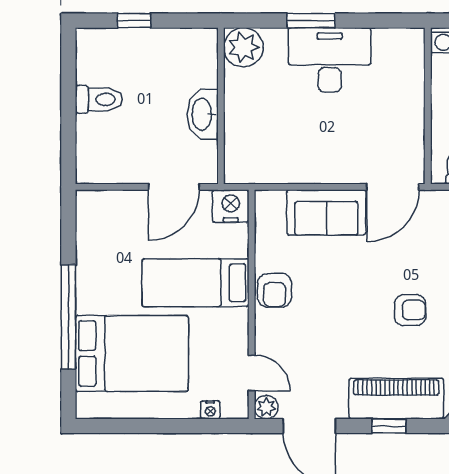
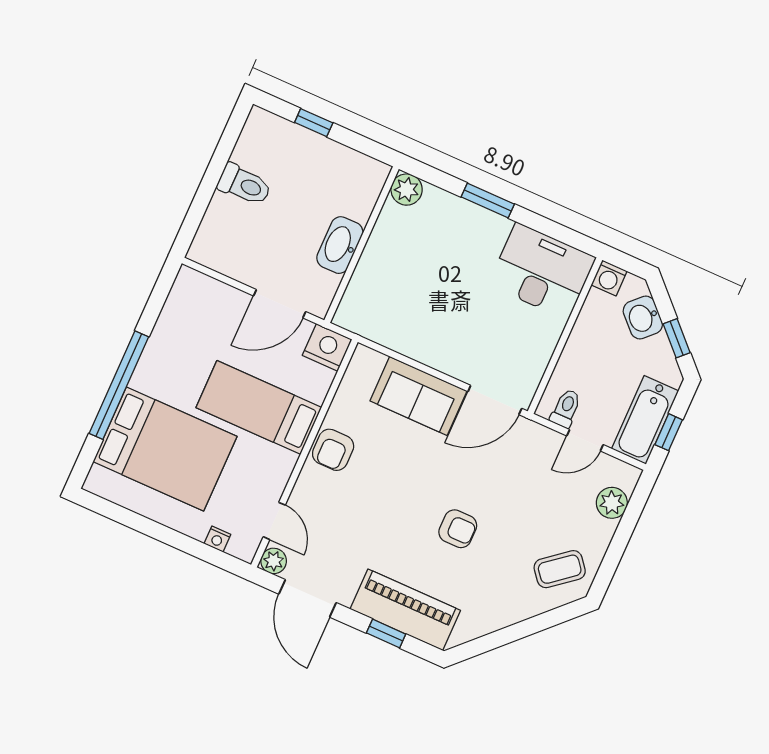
plant: (243, 47) -> (407, 190), width x0.73, depth x0.73
desk: (330, 60) -> (542, 271), moved

